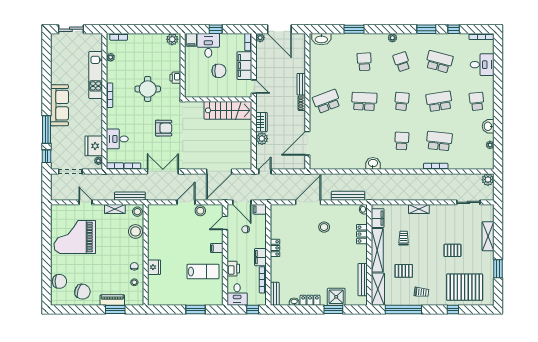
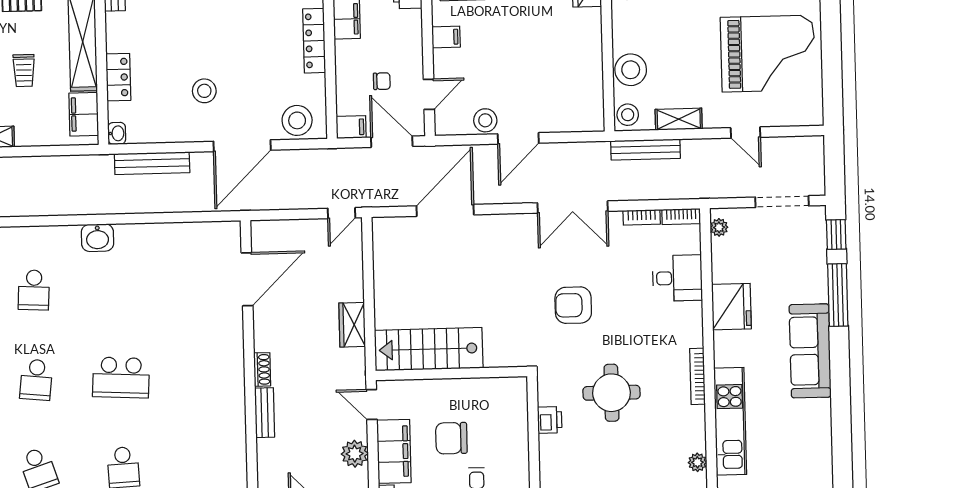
school desk: (327, 101) -> (206, 375), removed
plant: (262, 139) -> (355, 454), moved
fridge: (94, 146) -> (731, 307), moved
stool: (283, 213) -> (297, 120), added
locker: (275, 248) -> (314, 41), width x1.53

